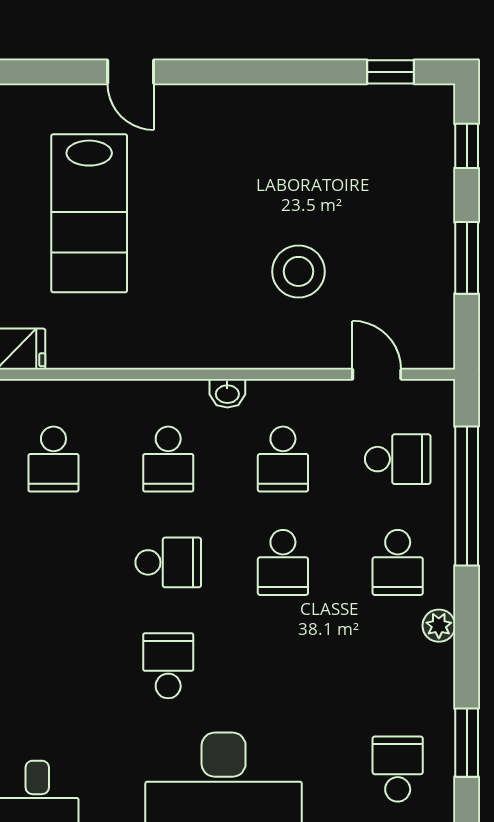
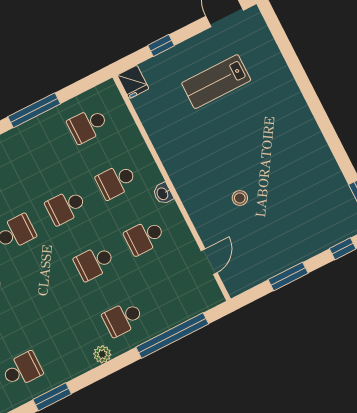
door: (131, 72) -> (295, 67), removed
lab bench: (89, 213) -> (216, 82), width x0.73, depth x0.72
stool: (298, 271) -> (240, 198), width x0.53, depth x0.53
school desk: (398, 459) -> (173, 293), removed
school desk: (168, 562) -> (66, 207), turned 90

